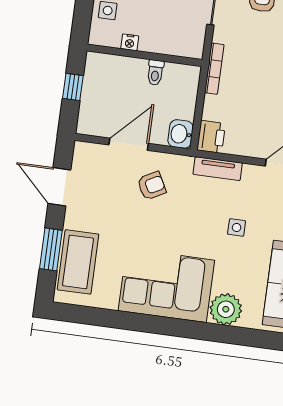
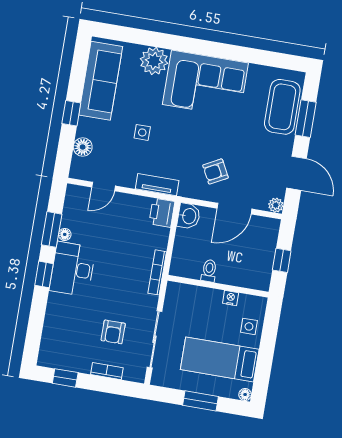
plant: (82, 150) -> (276, 205), added

